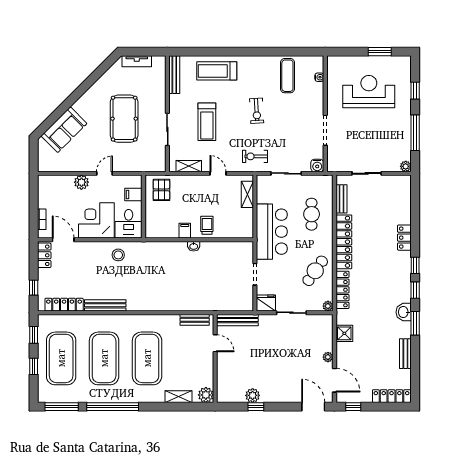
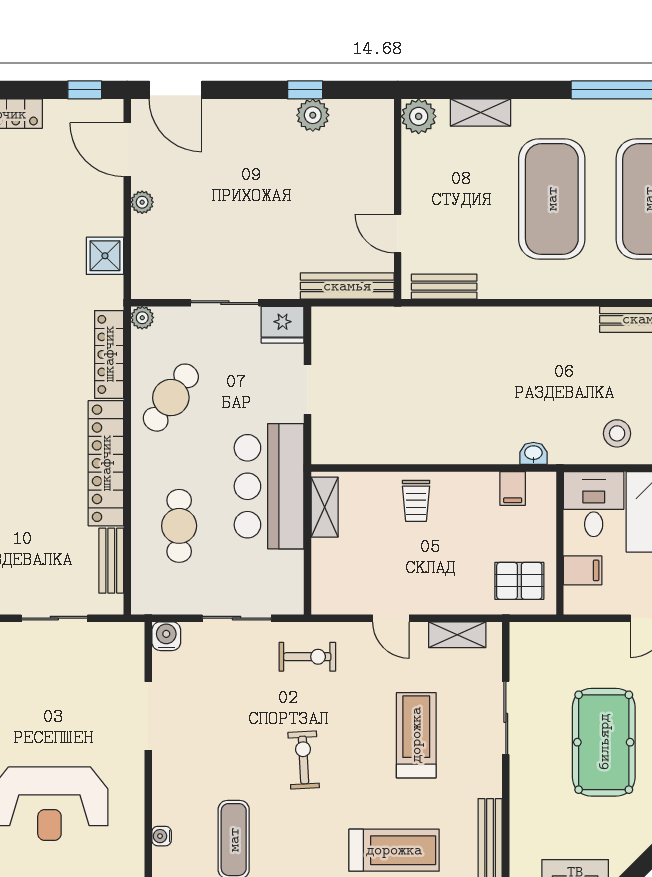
pallet: (161, 190) -> (519, 581), turned 90
shelving: (247, 194) -> (325, 507), moved
filing cabinet: (185, 231) -> (513, 488), moved
washbasin: (194, 246) -> (533, 453), moved

